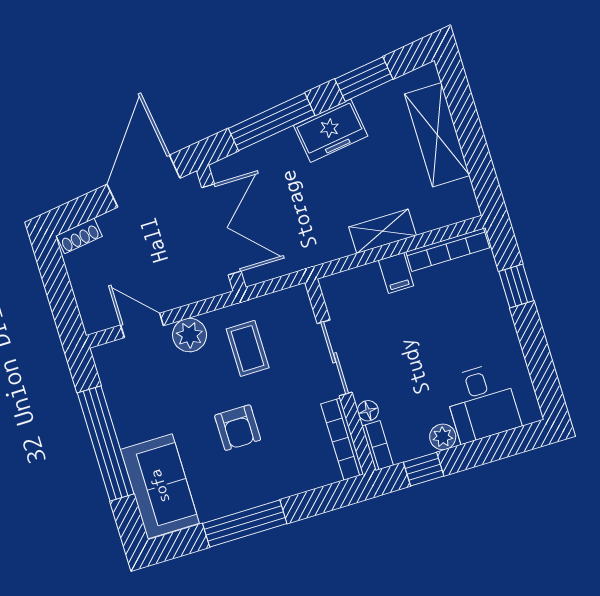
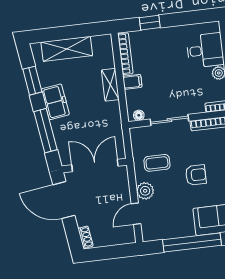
floor lamp: (368, 411) -> (139, 115), moved

